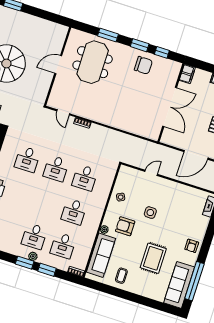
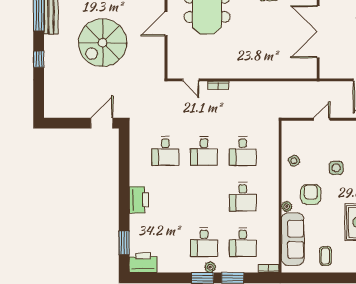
double door: (170, 107) -> (318, 32), swing flipped
armchair: (125, 226) -> (311, 194), turned 90

